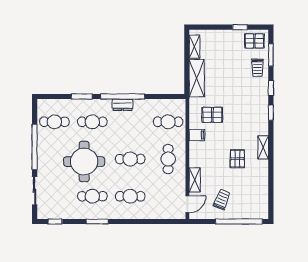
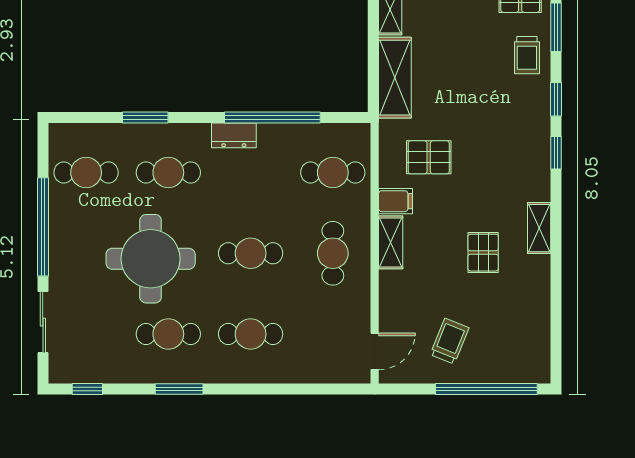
window: (123, 97) -> (272, 118), moved
shelving: (195, 180) -> (391, 242), moved

